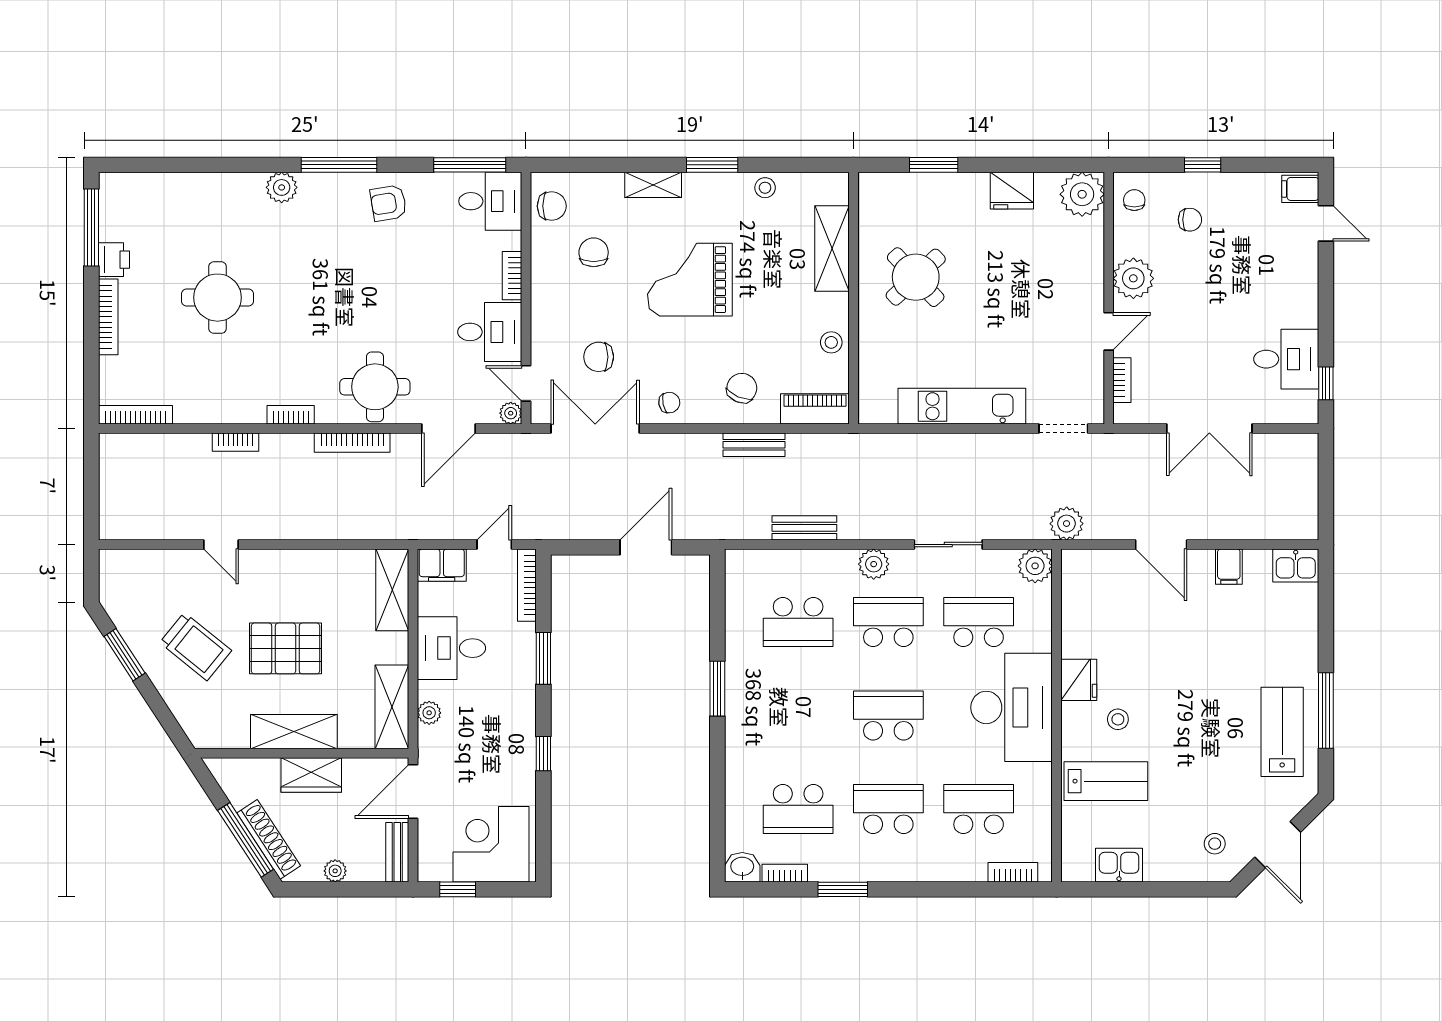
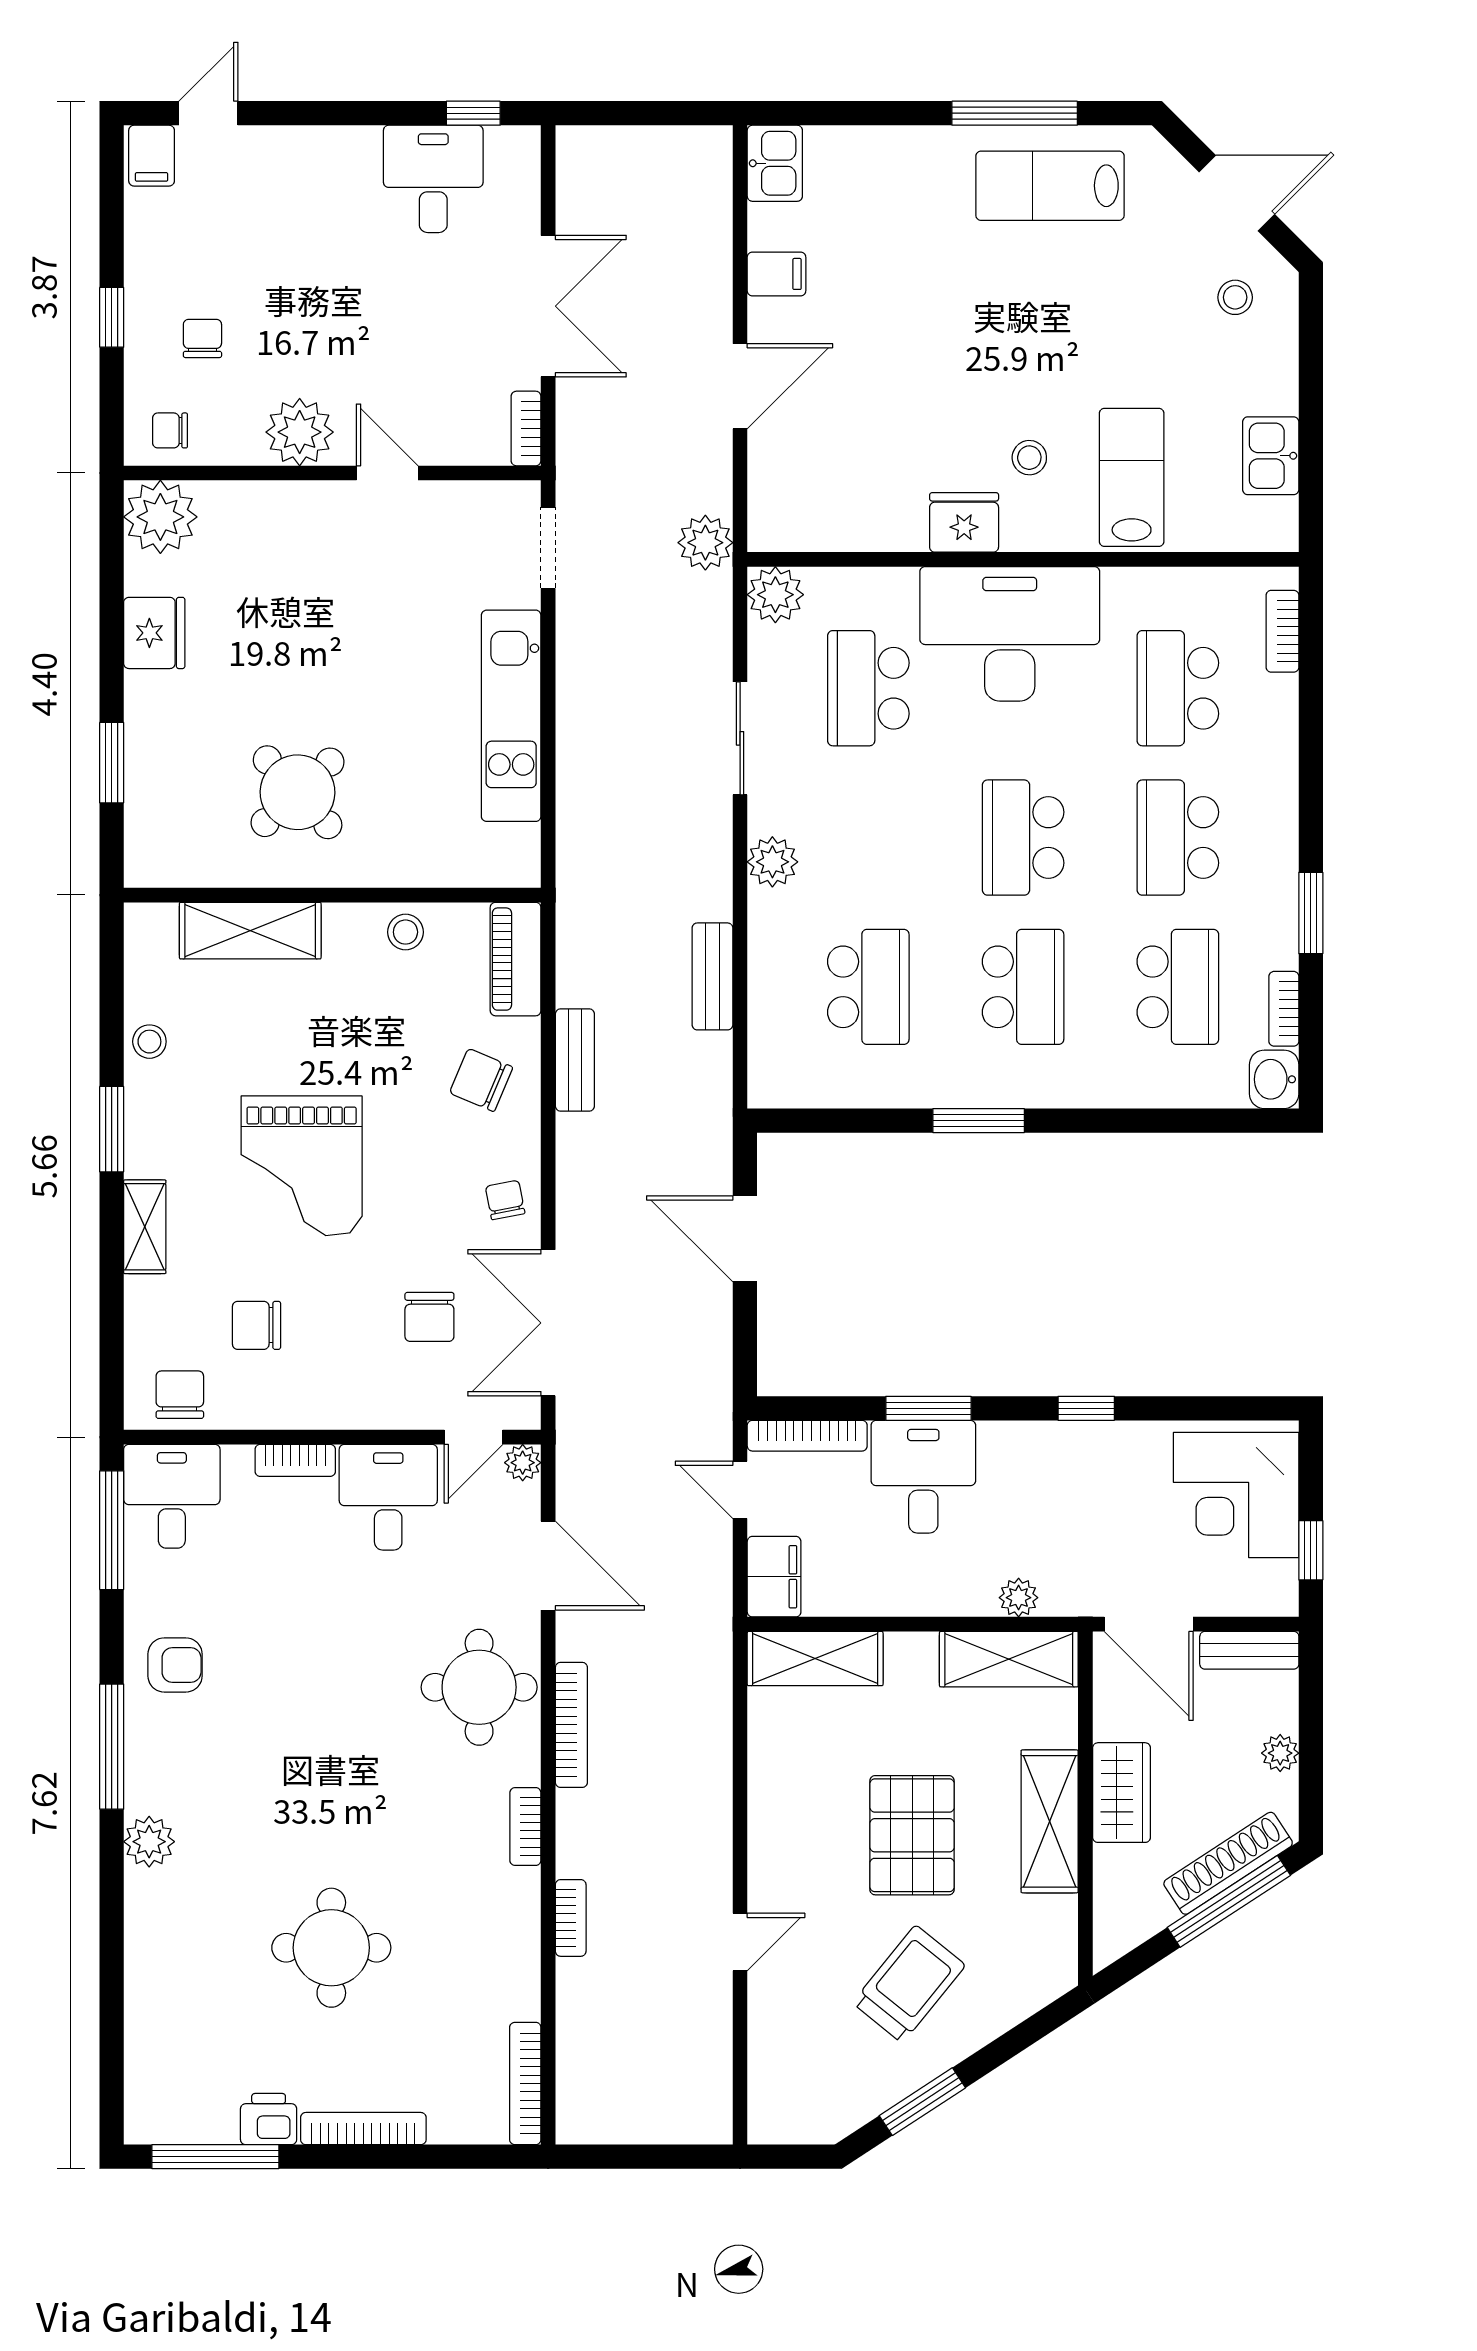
armchair: (388, 203) -> (175, 1665), turned -81
bookcase: (1122, 380) -> (526, 428), moved, turned -90
school desk: (888, 622) -> (1023, 987), moved, turned 180
desk: (451, 648) -> (923, 1477), moved, turned 180

